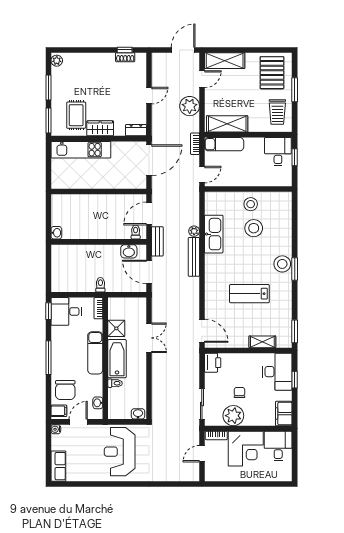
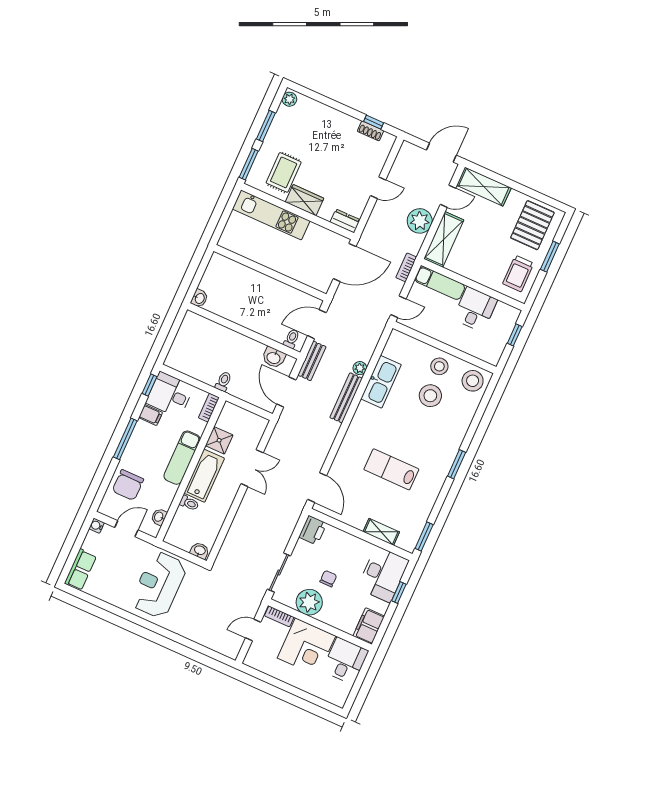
shelving: (227, 124) -> (444, 239), moved, turned 90
desk: (278, 152) -> (475, 309), moved
stool: (282, 264) -> (473, 381), moved
filing cabinet: (59, 411) -> (151, 415), moved

